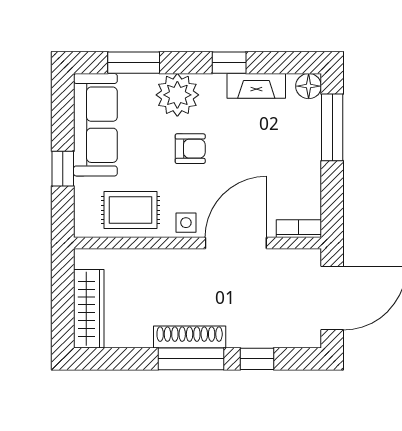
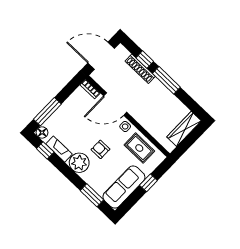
window: (229, 63) -> (45, 150), moved
plant: (177, 95) -> (79, 163), moved
shoe rack: (190, 337) -> (140, 69), moved

